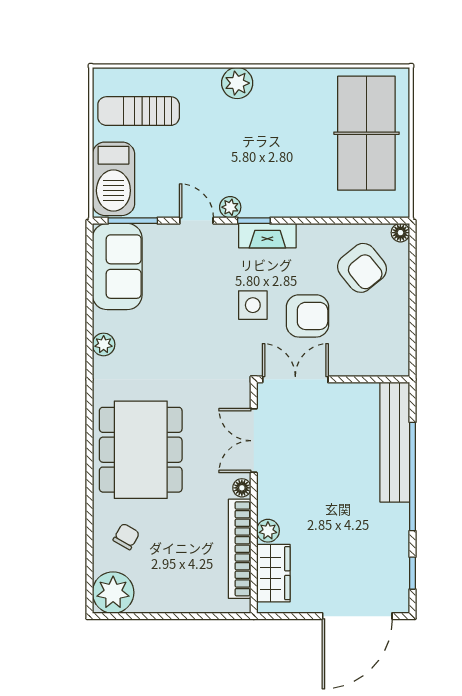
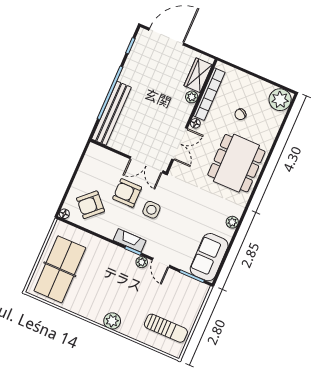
barbecue: (113, 179) -> (192, 301), removed
armchair: (362, 268) -> (90, 205), turned -94
chair: (126, 537) -> (240, 114), moved

